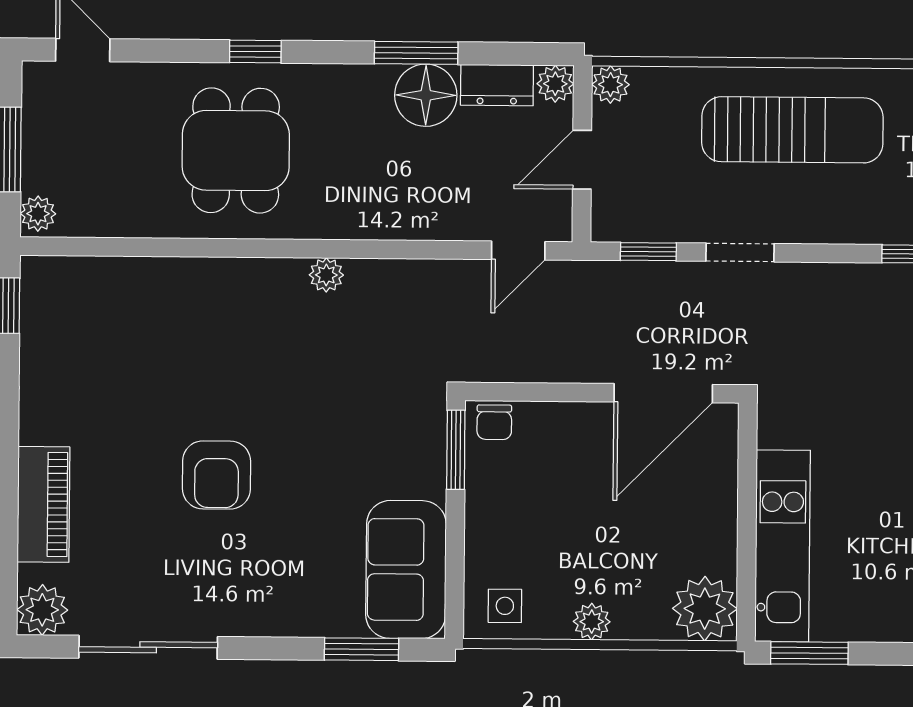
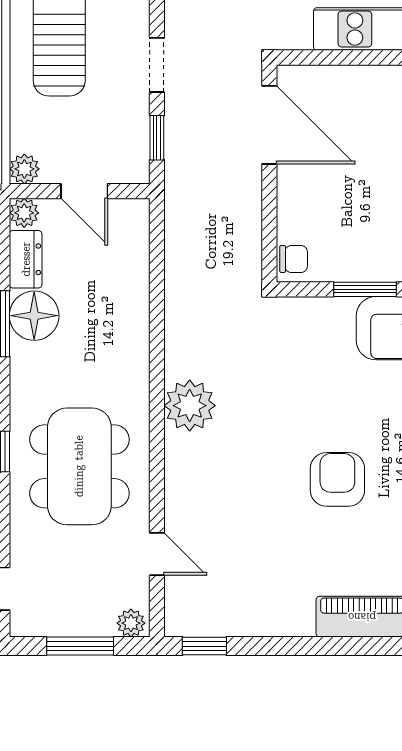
dining table: (236, 150) -> (79, 466), width x1.38
door: (518, 251) -> (157, 554), moved
plant: (326, 275) -> (190, 406), width x1.87, depth x1.87
window: (456, 450) -> (365, 289), moved
armchair: (217, 475) -> (337, 479), turned -90

